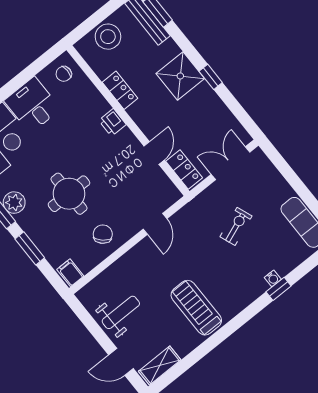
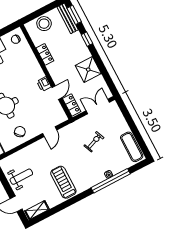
shower: (180, 76) -> (88, 70), moved
window: (211, 77) -> (87, 39), moved
printer: (112, 122) -> (44, 84), moved
window: (279, 289) -> (111, 181), width x3.17

